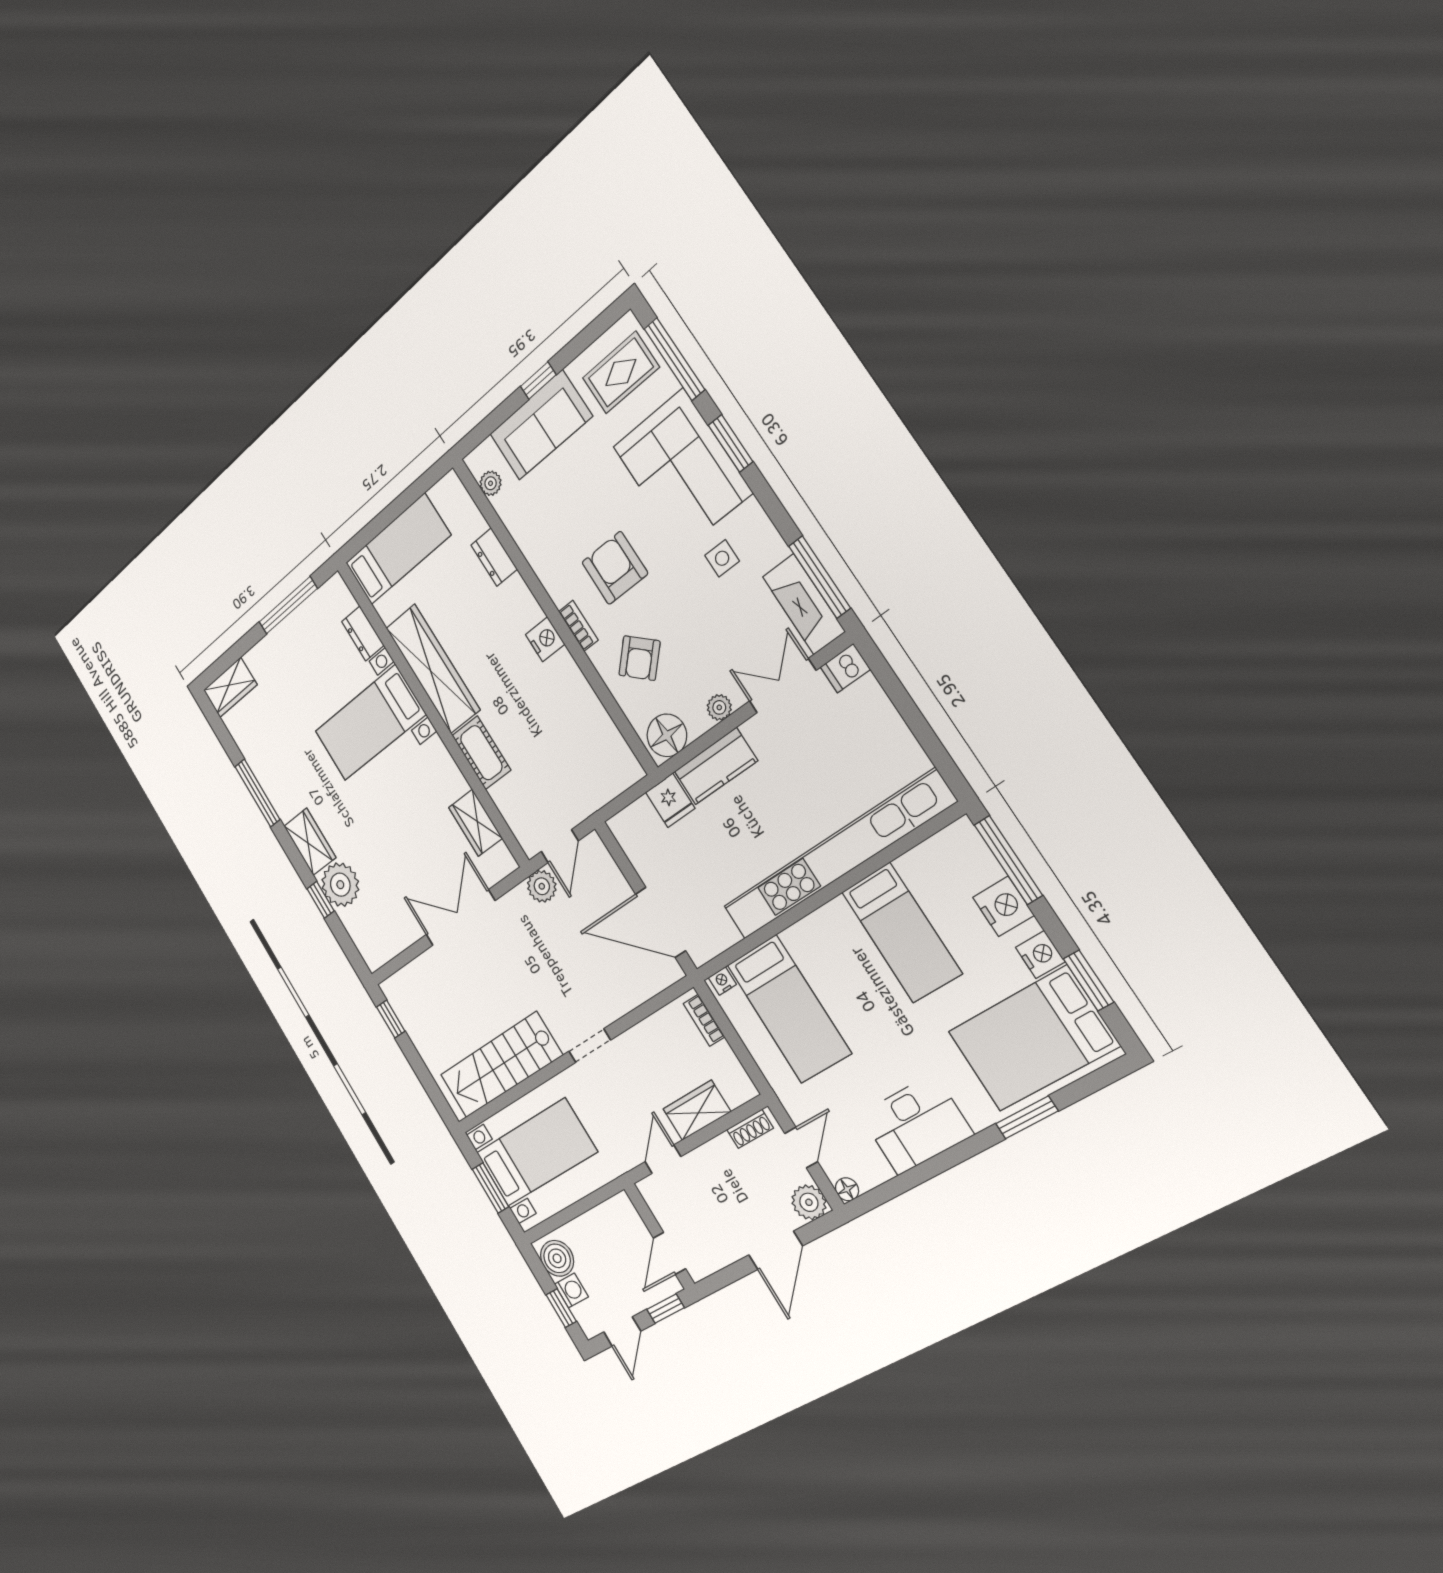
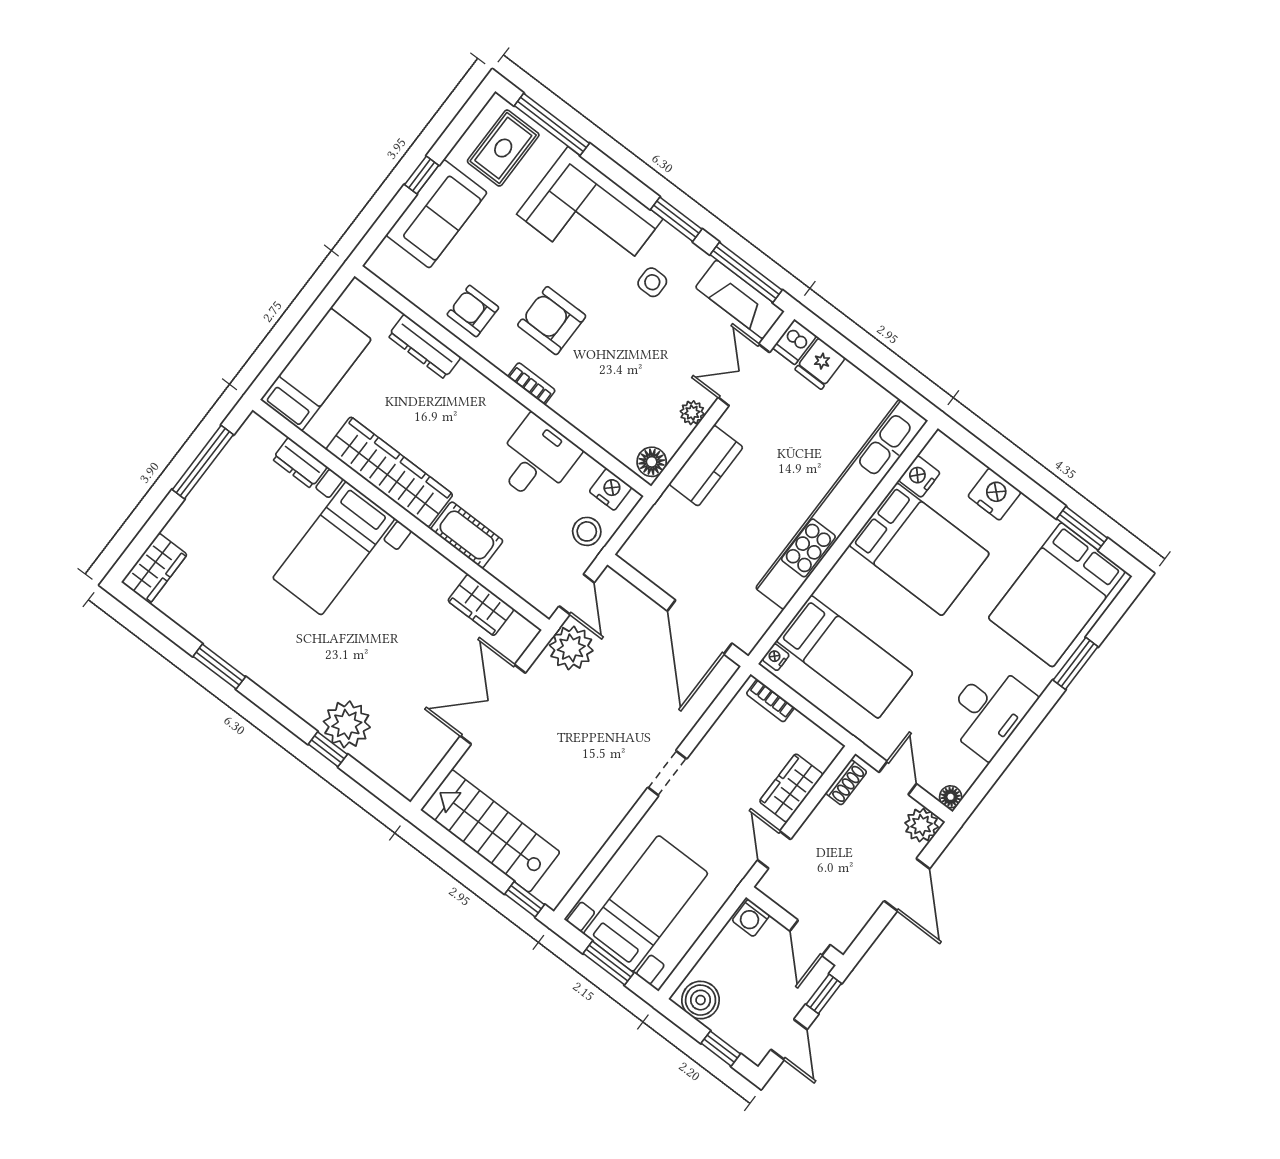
window: (731, 443) -> (676, 219), moved
plant: (491, 483) -> (400, 280), removed
dresser: (494, 557) -> (424, 347), width x1.44
nightstand: (545, 639) -> (610, 489), moved
armchair: (639, 658) -> (473, 311), moved, turned 137
desk: (561, 702) -> (536, 459), added
floor lamp: (667, 735) -> (652, 462), width x0.73, depth x0.73
stool: (586, 790) -> (587, 531), added
window: (257, 793) -> (219, 667), width x0.69
fridge: (670, 800) -> (820, 364), moved, turned 90
wardrobe: (310, 842) -> (298, 694), removed
window: (1008, 860) -> (985, 454), removed
plant: (542, 886) -> (571, 648), width x1.36, depth x1.36
door: (660, 922) -> (700, 627), hinge flipped
bed: (902, 933) -> (919, 549), width x1.50
nightstand: (1040, 955) -> (919, 476), moved, turned -90
window: (391, 1019) -> (525, 899), moved
stairs: (501, 1065) -> (490, 831), moved, turned 90
washing machine: (571, 1291) -> (751, 918), moved, turned 180

